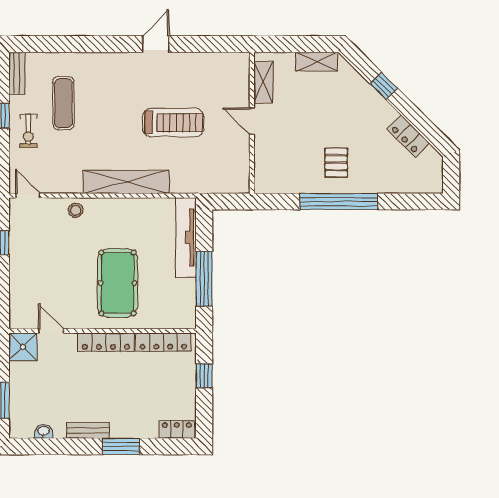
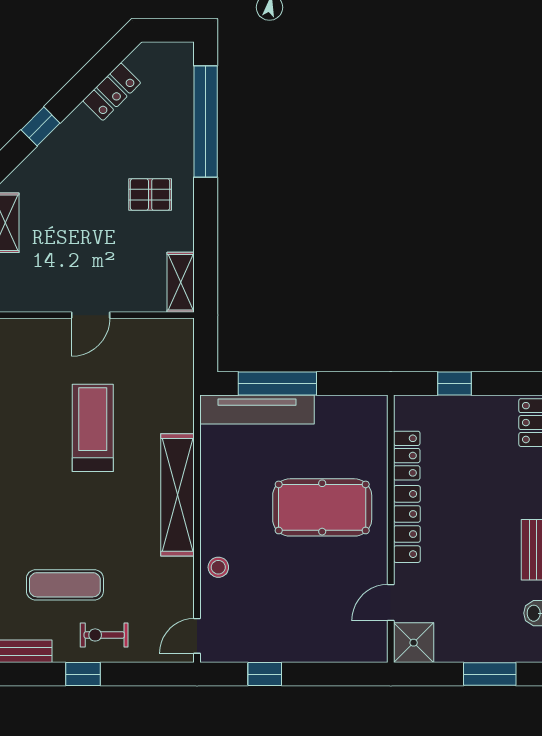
shelving: (263, 82) -> (181, 282), moved, turned 90
exercise bike: (28, 131) -> (104, 635), turned 180
window: (339, 202) -> (206, 122), moved
window: (204, 279) -> (277, 383), moved
locker: (163, 342) -> (407, 456), width x0.66

